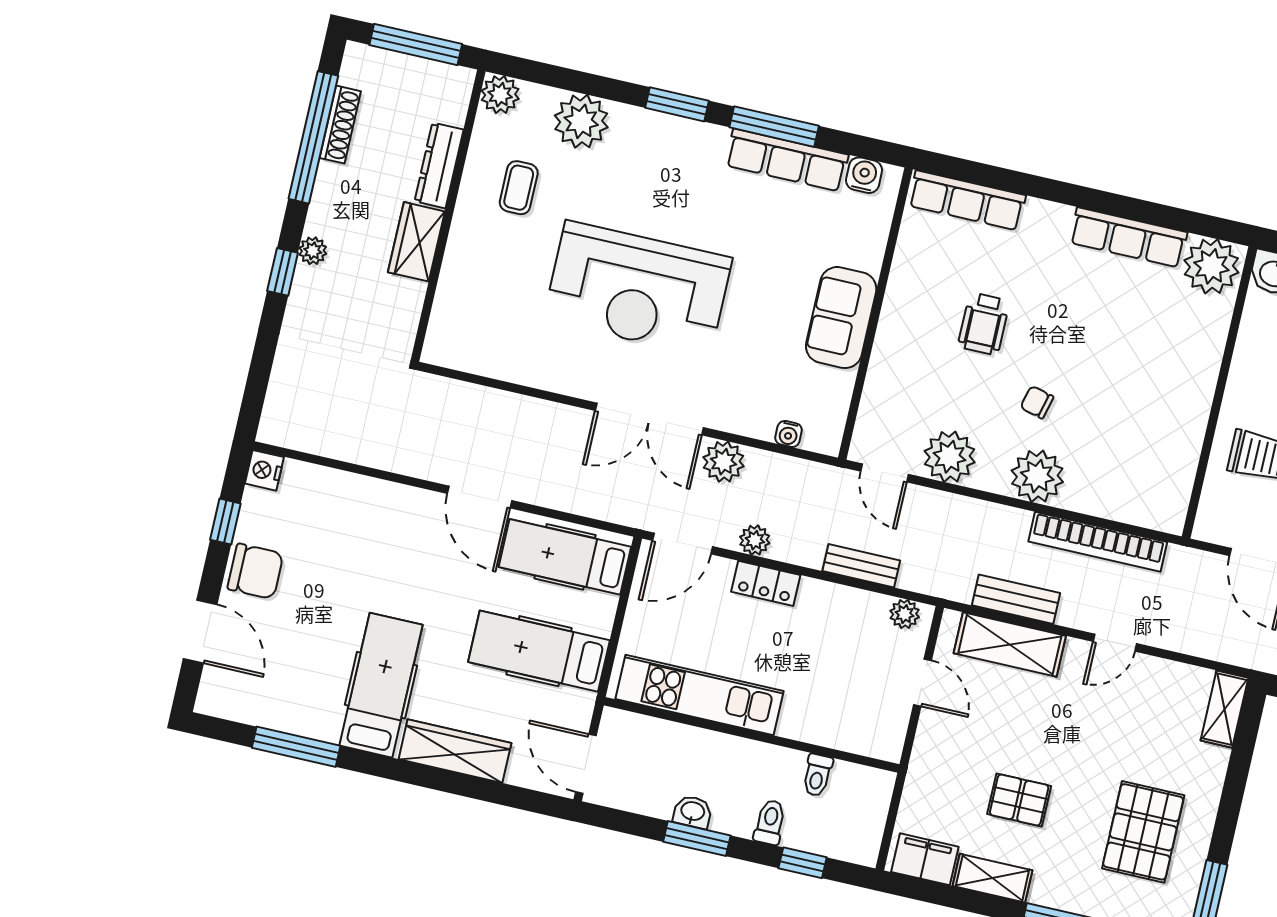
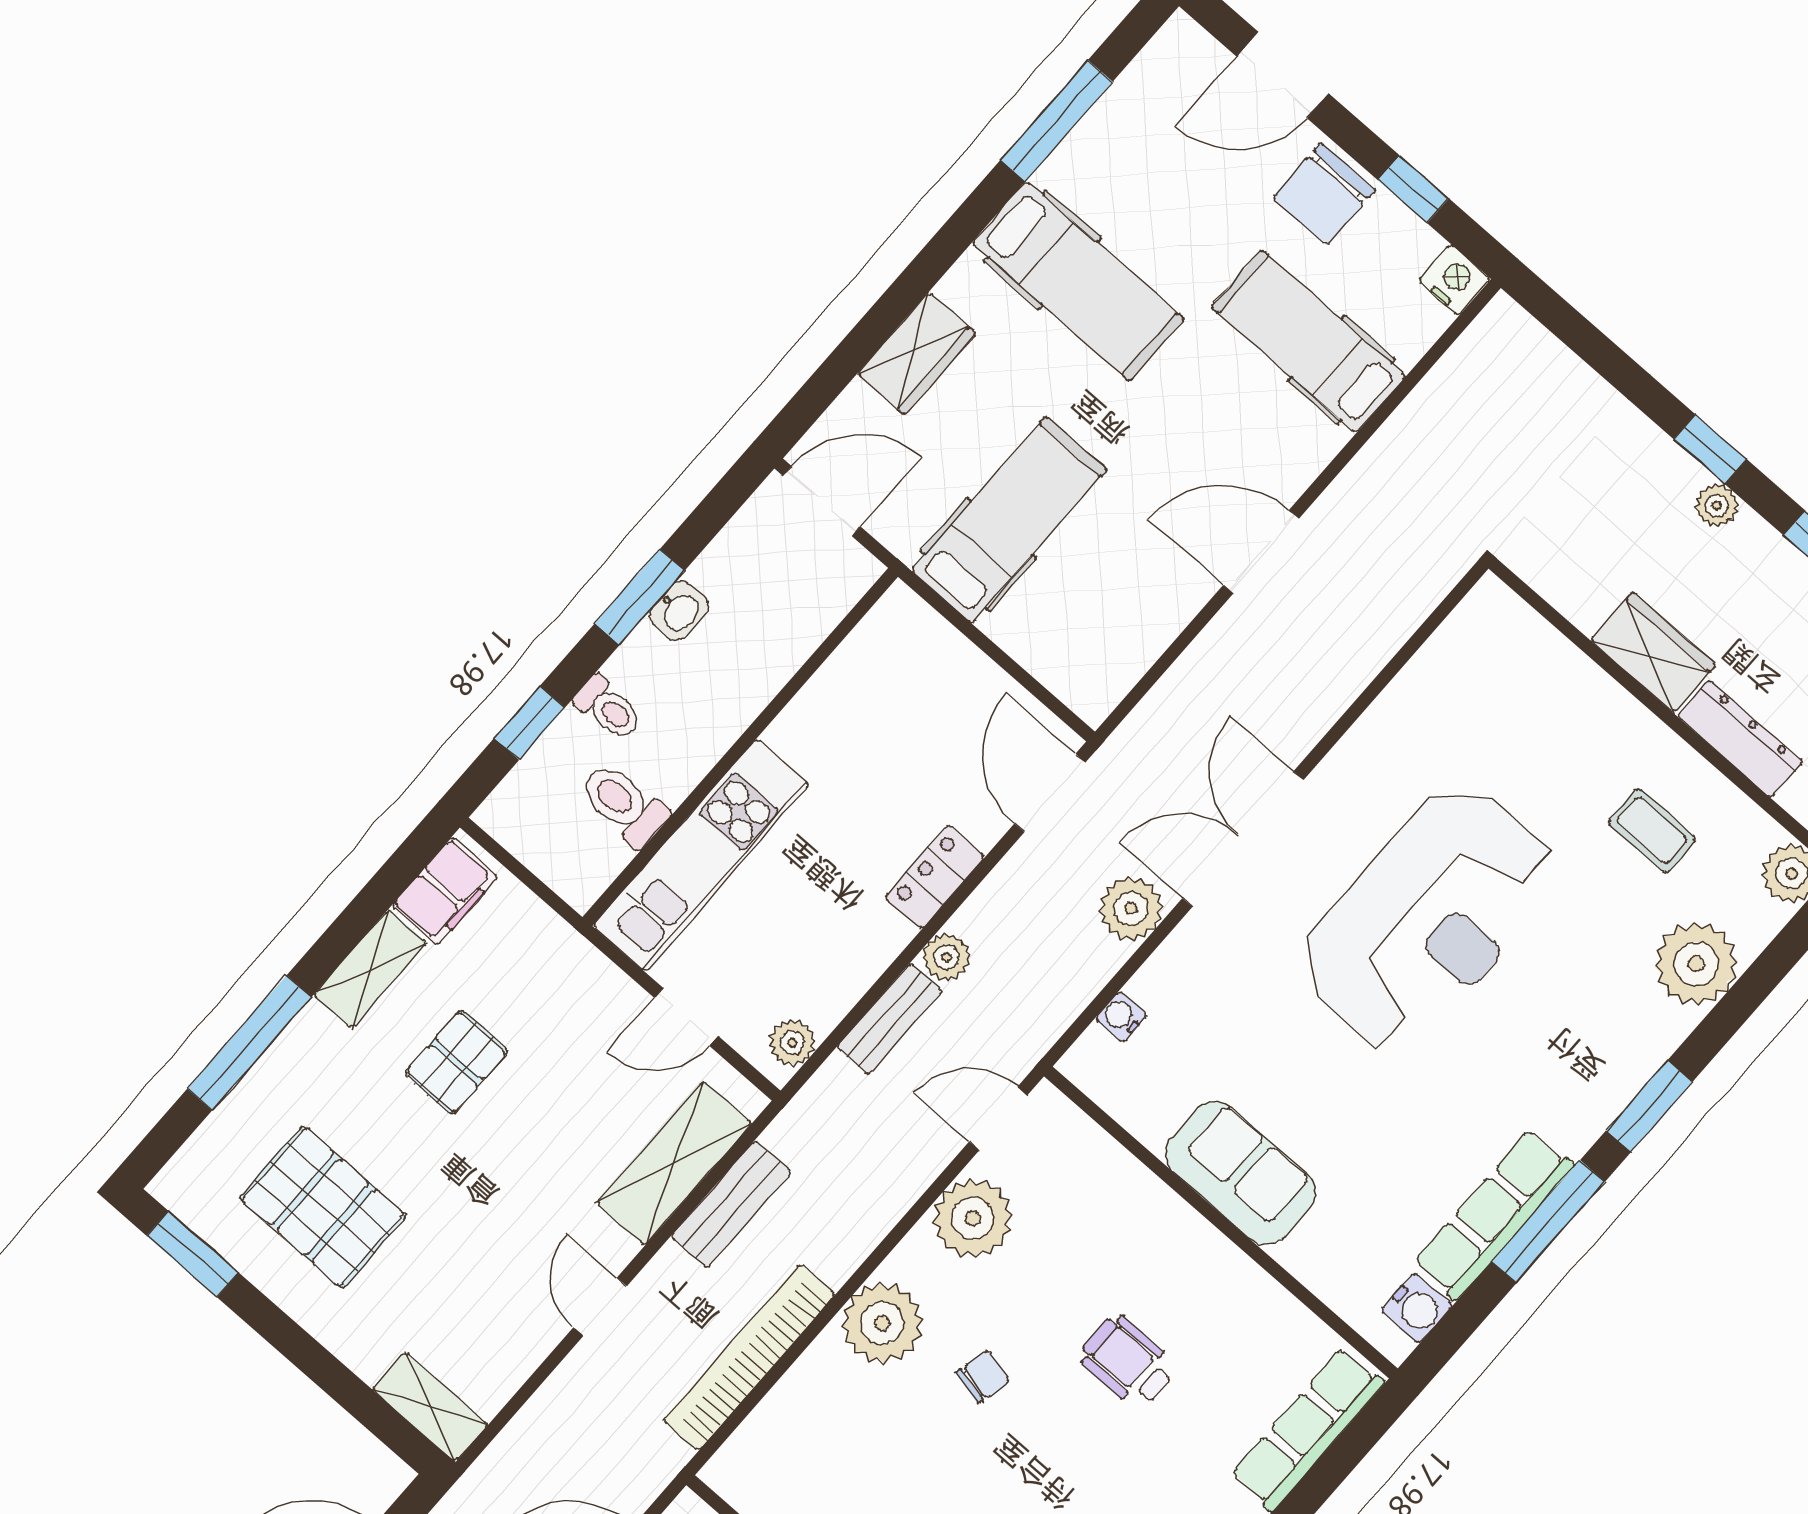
reception desk: (638, 289) -> (1428, 918), turned 180
plant: (755, 540) -> (946, 957), moved
hospital bed: (565, 557) -> (1309, 342), moved, turned -90
kitchen unit: (699, 695) -> (701, 855), moved
wardrobe: (455, 751) -> (917, 354), width x0.67
toilet: (817, 775) -> (624, 804), width x1.37, depth x1.39

